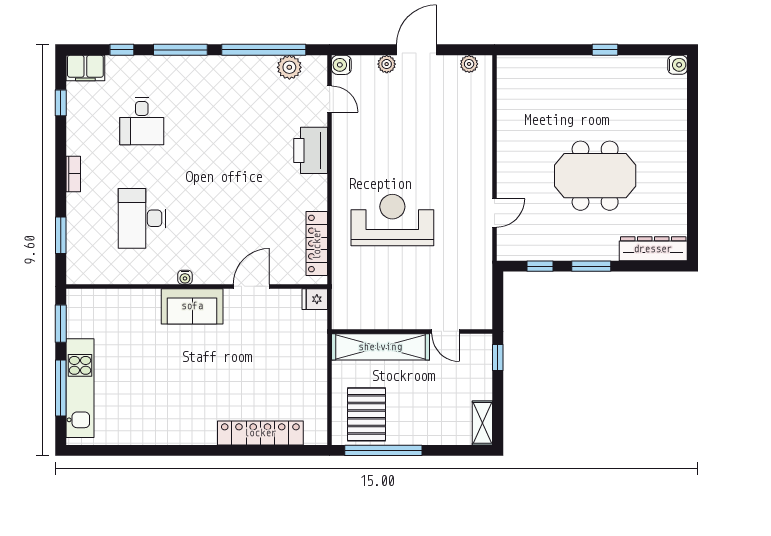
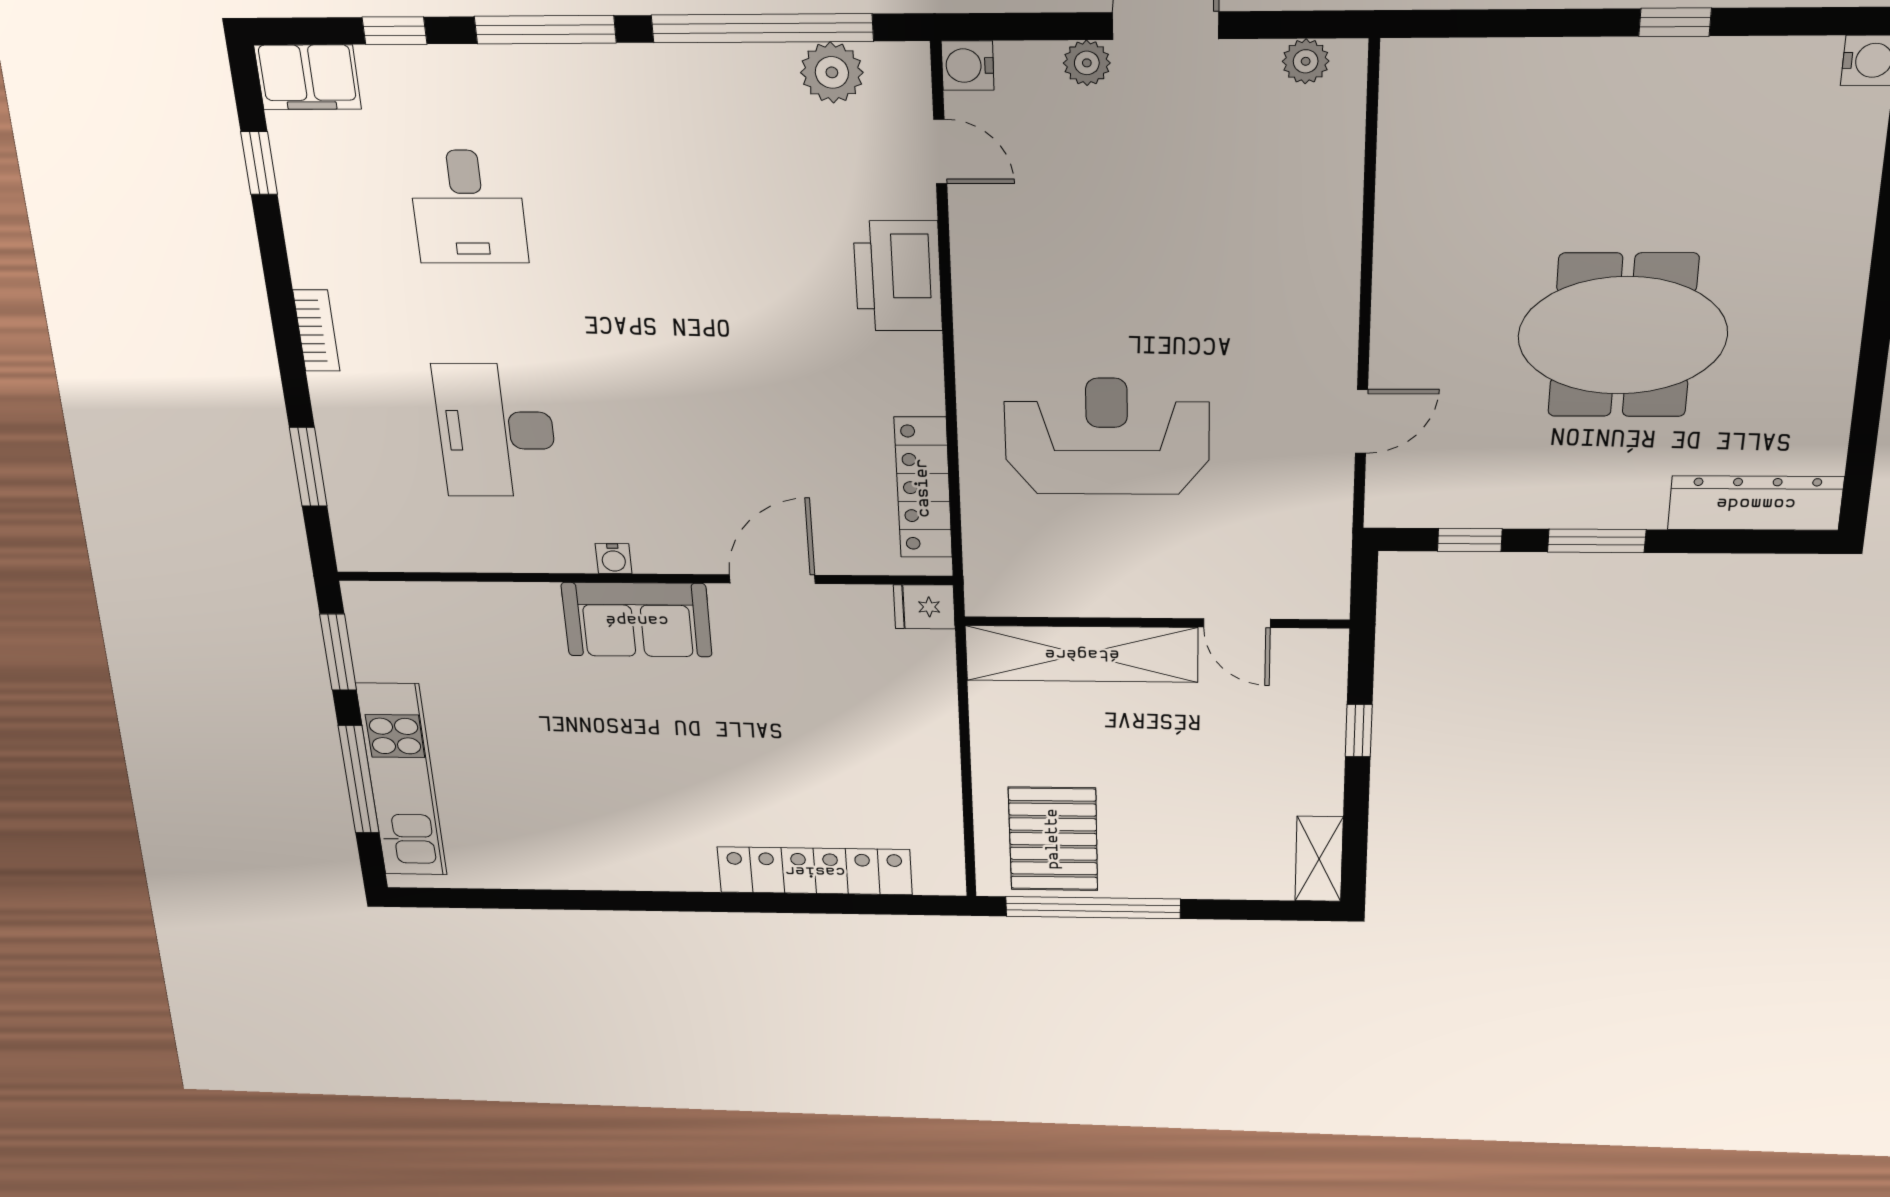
wall: (412, 331) -> (1156, 622), moved
door: (446, 331) -> (1237, 623), moved
shelving: (380, 347) -> (1082, 654), moved

